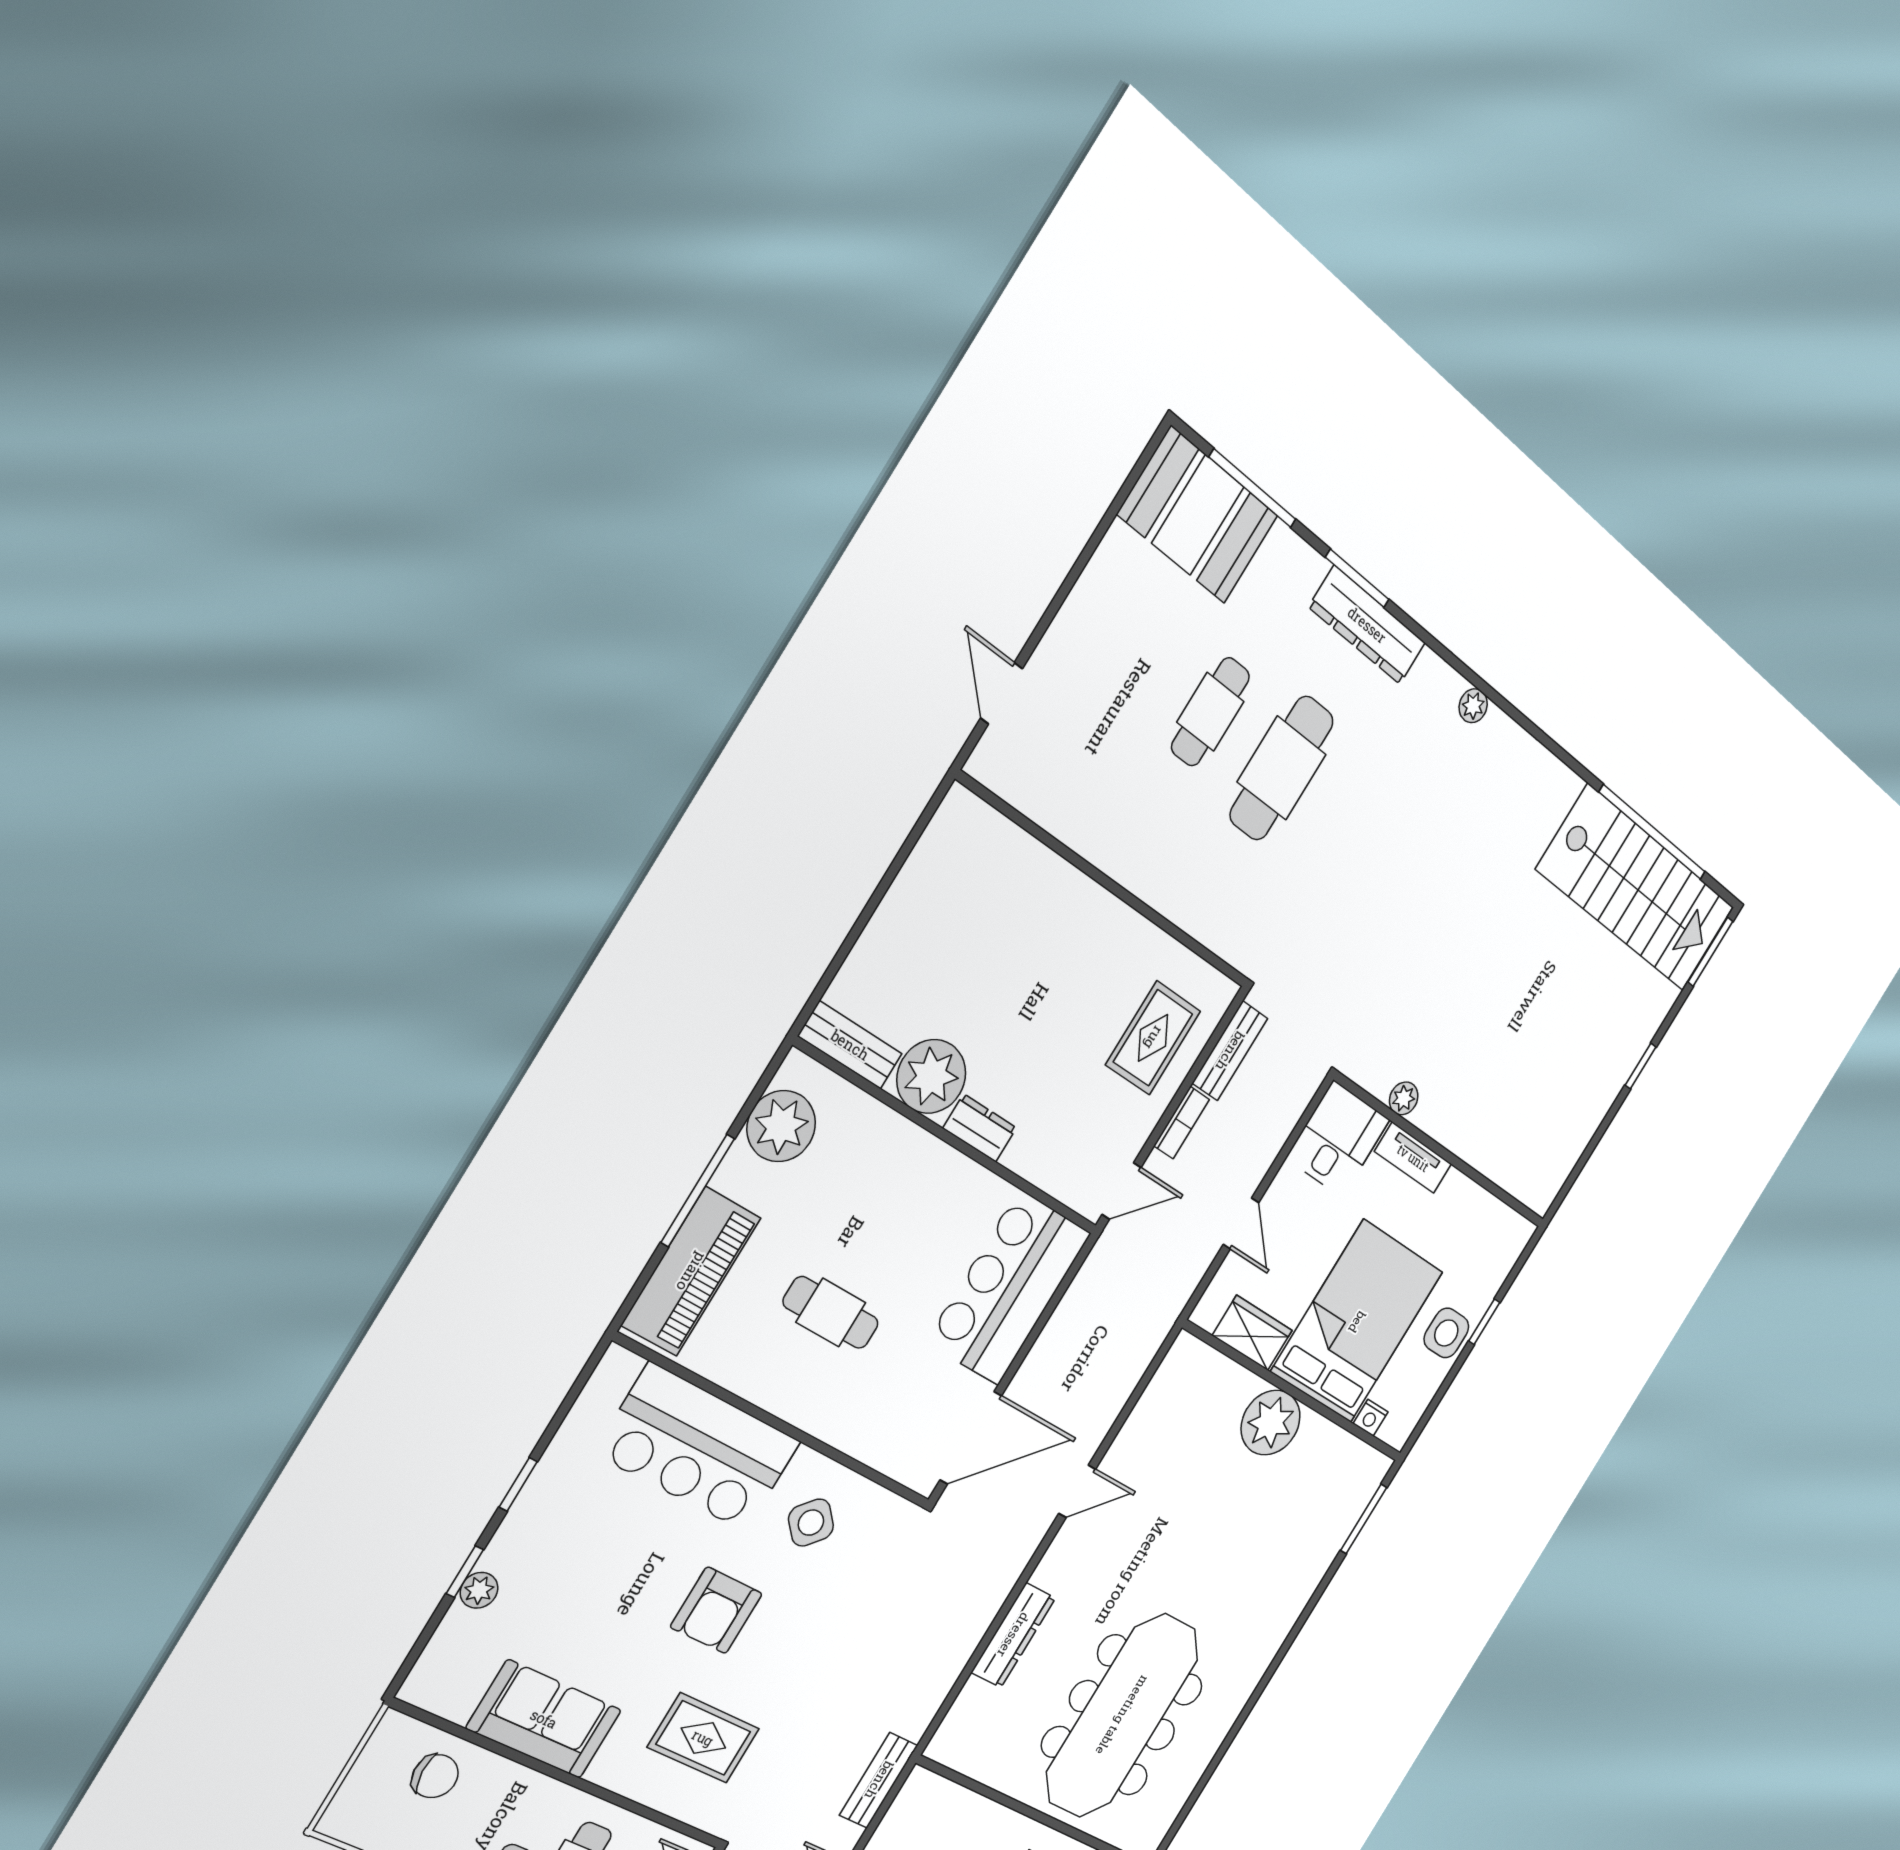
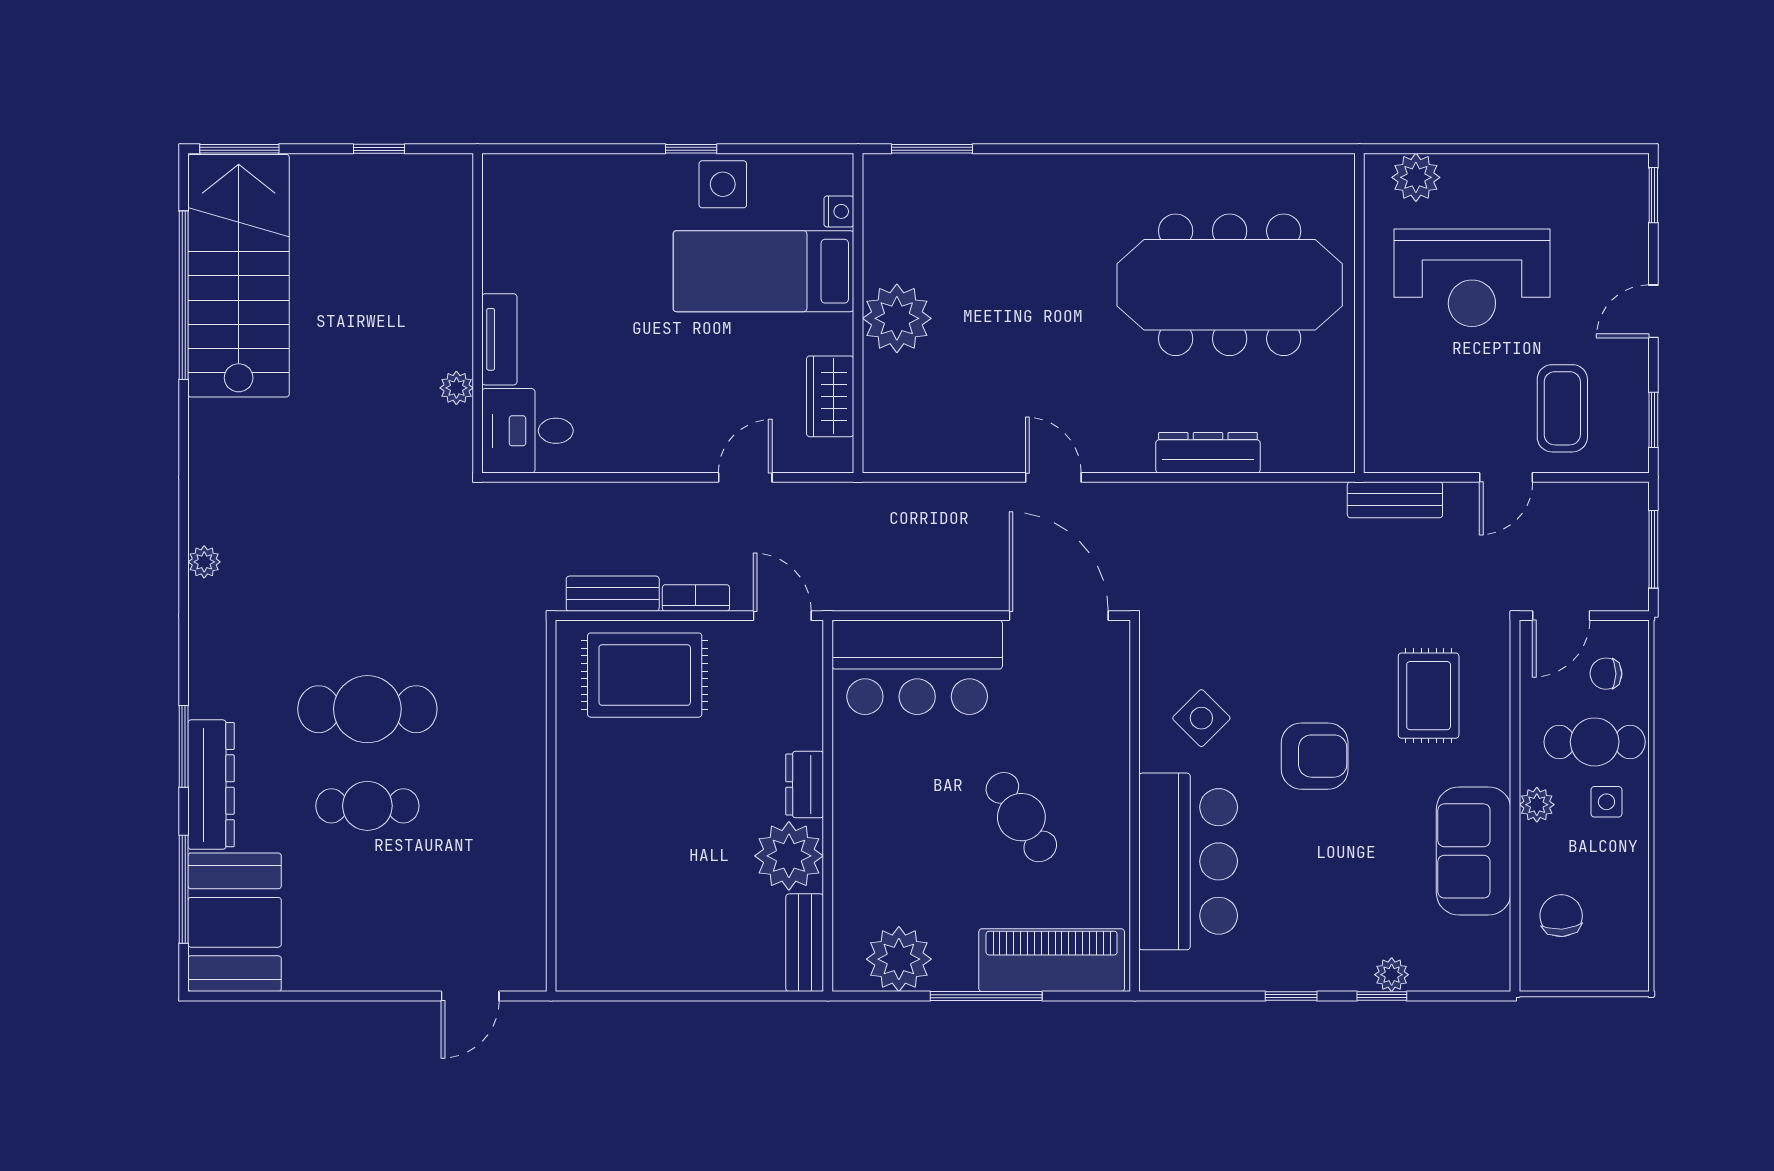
dresser: (1367, 625) -> (211, 785), moved
rug: (1153, 1038) -> (645, 675), width x1.36, depth x1.43
plant: (1404, 1098) -> (456, 388), moved
desk: (1338, 1139) -> (528, 431), moved
wall: (1441, 1151) -> (478, 313), moved
tv unit: (1413, 1158) -> (499, 339), moved
cafe table: (831, 1313) -> (1021, 817), turned -33
bed: (1357, 1322) -> (763, 271), width x0.67
plant: (549, 1796) -> (1537, 805), added

